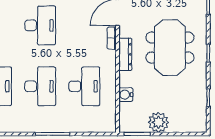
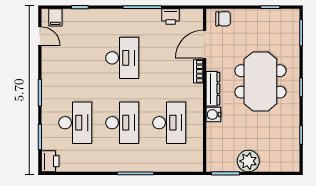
water cooler: (126, 95) -> (213, 115), moved

